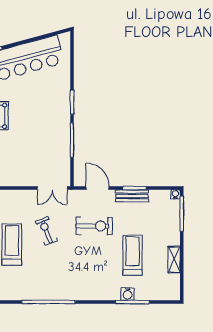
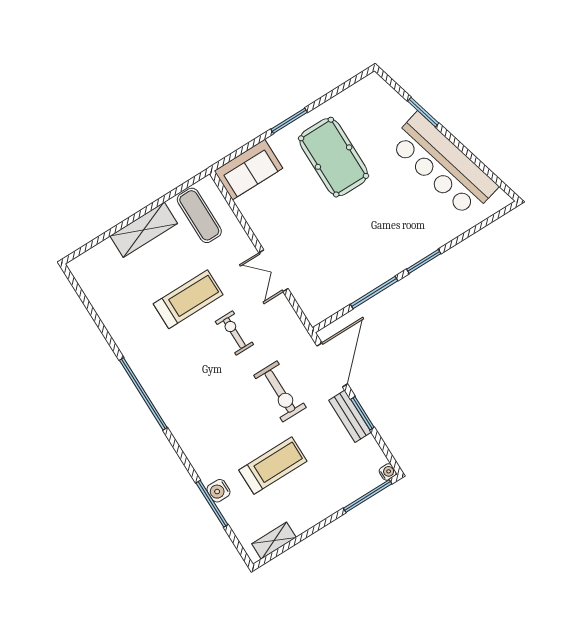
double door: (52, 188) -> (273, 271), moved
door: (98, 188) -> (332, 365), width x1.36
exercise bike: (46, 231) -> (234, 333), turned -68
shelving: (174, 259) -> (274, 541), moved

